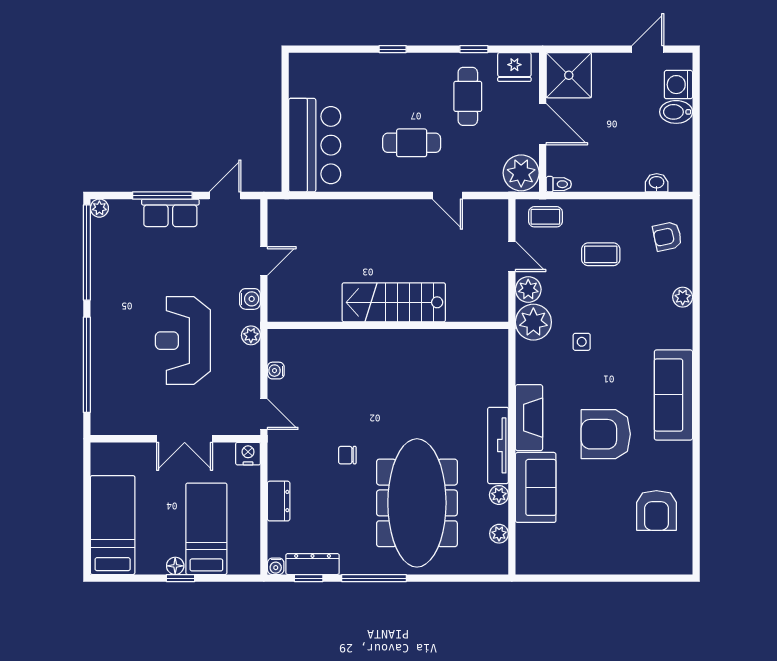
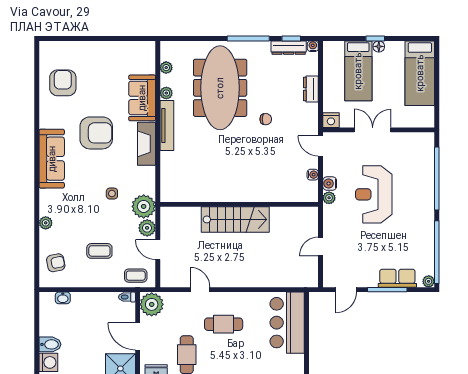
row of seats: (170, 213) -> (397, 278), moved
water cooler: (250, 299) -> (330, 184), moved
reception desk: (183, 341) -> (374, 194), turned 180

